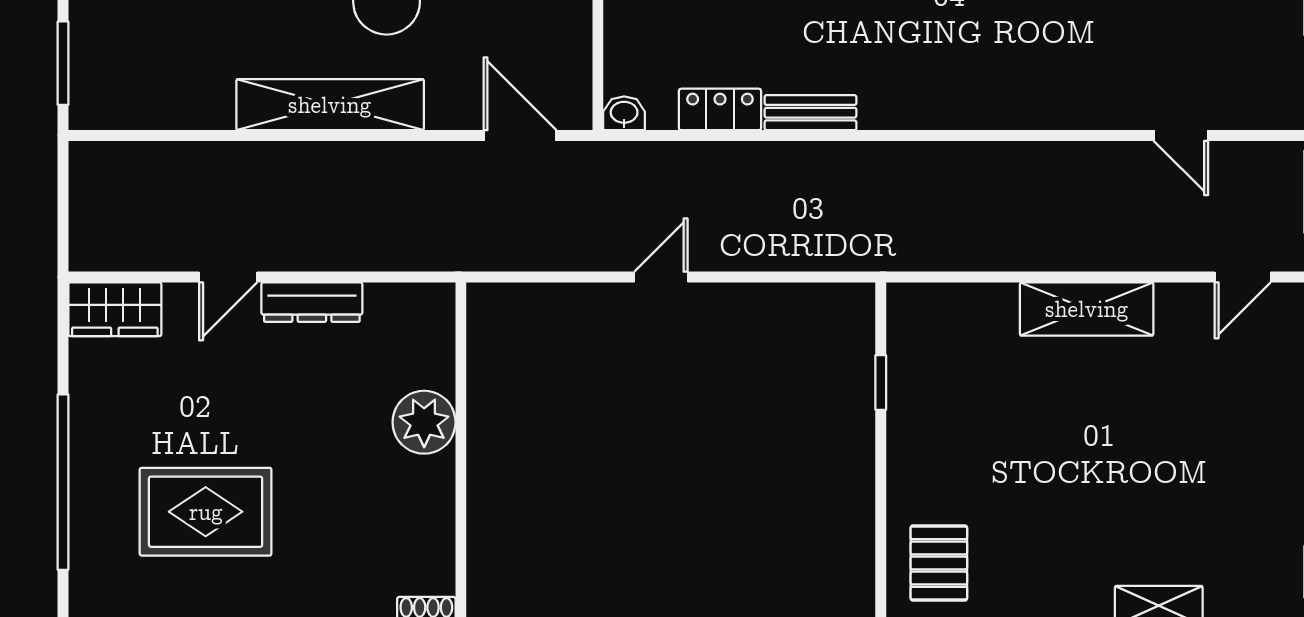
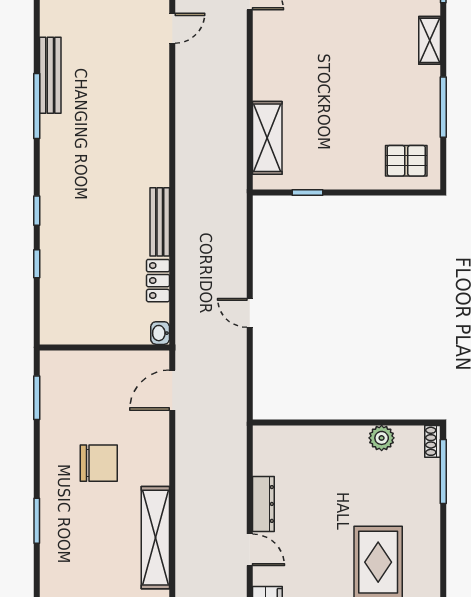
shelving: (330, 105) -> (155, 538), moved
bench: (810, 113) -> (160, 222), width x1.36
shelving: (1087, 309) -> (267, 138), moved
plant: (424, 422) -> (382, 438), moved, width x0.73, depth x0.73

